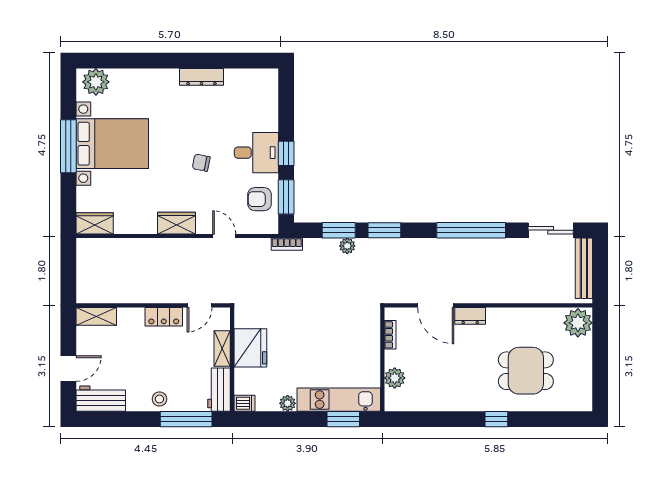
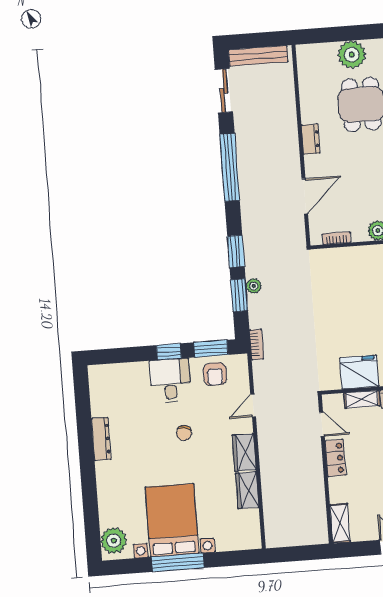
wardrobe: (95, 223) -> (247, 490), moved
dresser: (470, 316) -> (311, 139), moved
plant: (578, 323) -> (352, 55), moved

